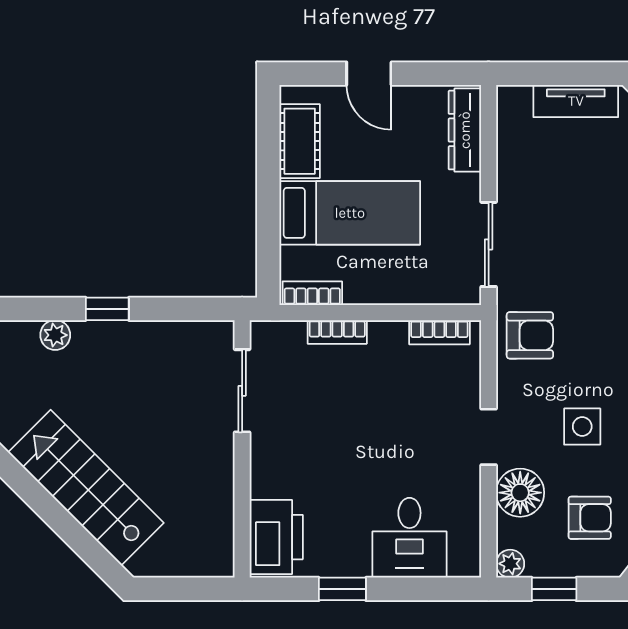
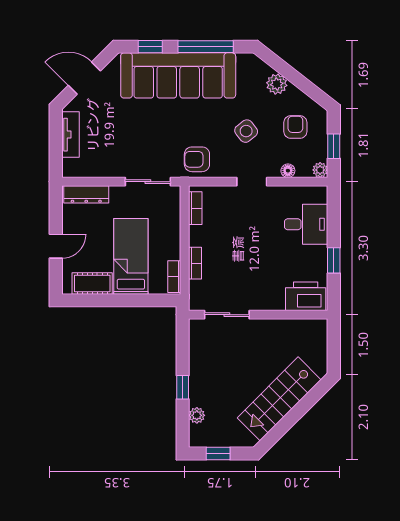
armchair: (530, 335) -> (197, 159), turned -90
side table: (582, 427) -> (246, 131), turned -38
floor lamp: (520, 493) -> (288, 171), width x0.53, depth x0.53

